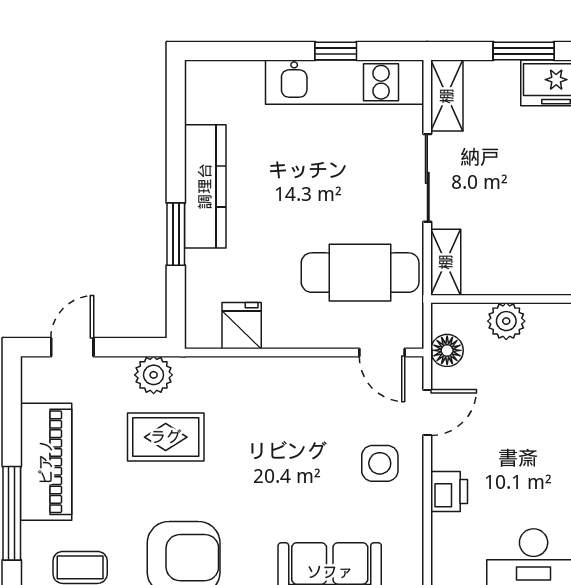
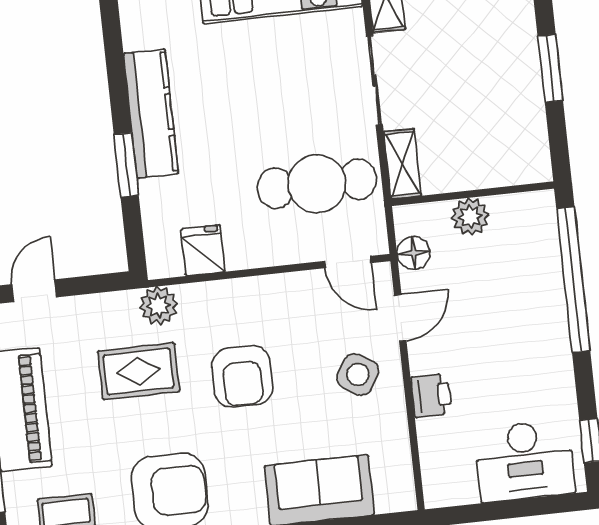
plant: (154, 375) -> (158, 306), moved
armchair: (267, 453) -> (242, 376), added
side table: (380, 463) -> (358, 375), turned 32

